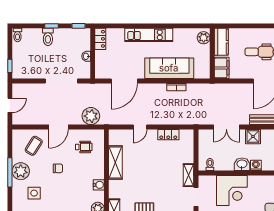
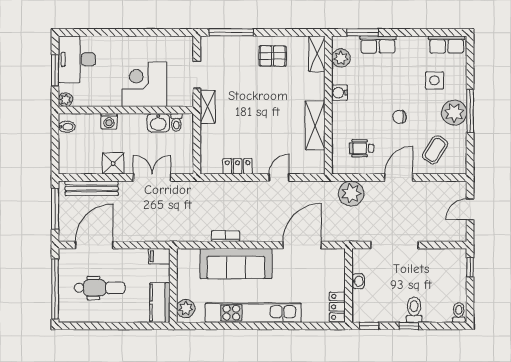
kitchen unit: (149, 35) -> (253, 313), width x1.36
filing cabinet: (222, 68) -> (159, 256), width x0.50
washbasin: (242, 164) -> (158, 123), moved

